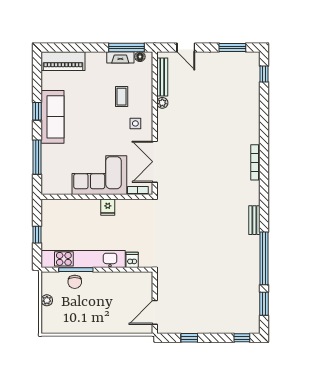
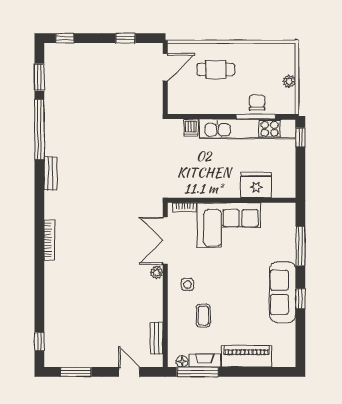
piano: (63, 61) -> (246, 356), moved
bench: (162, 77) -> (157, 338), width x0.73
plant: (162, 103) -> (156, 272), moved
double door: (155, 162) -> (165, 241), swing flipped
fridge: (108, 207) -> (256, 185), moved, width x1.88, depth x1.34
window: (37, 235) -> (300, 137), moved
cafe table: (111, 311) -> (216, 69), added

